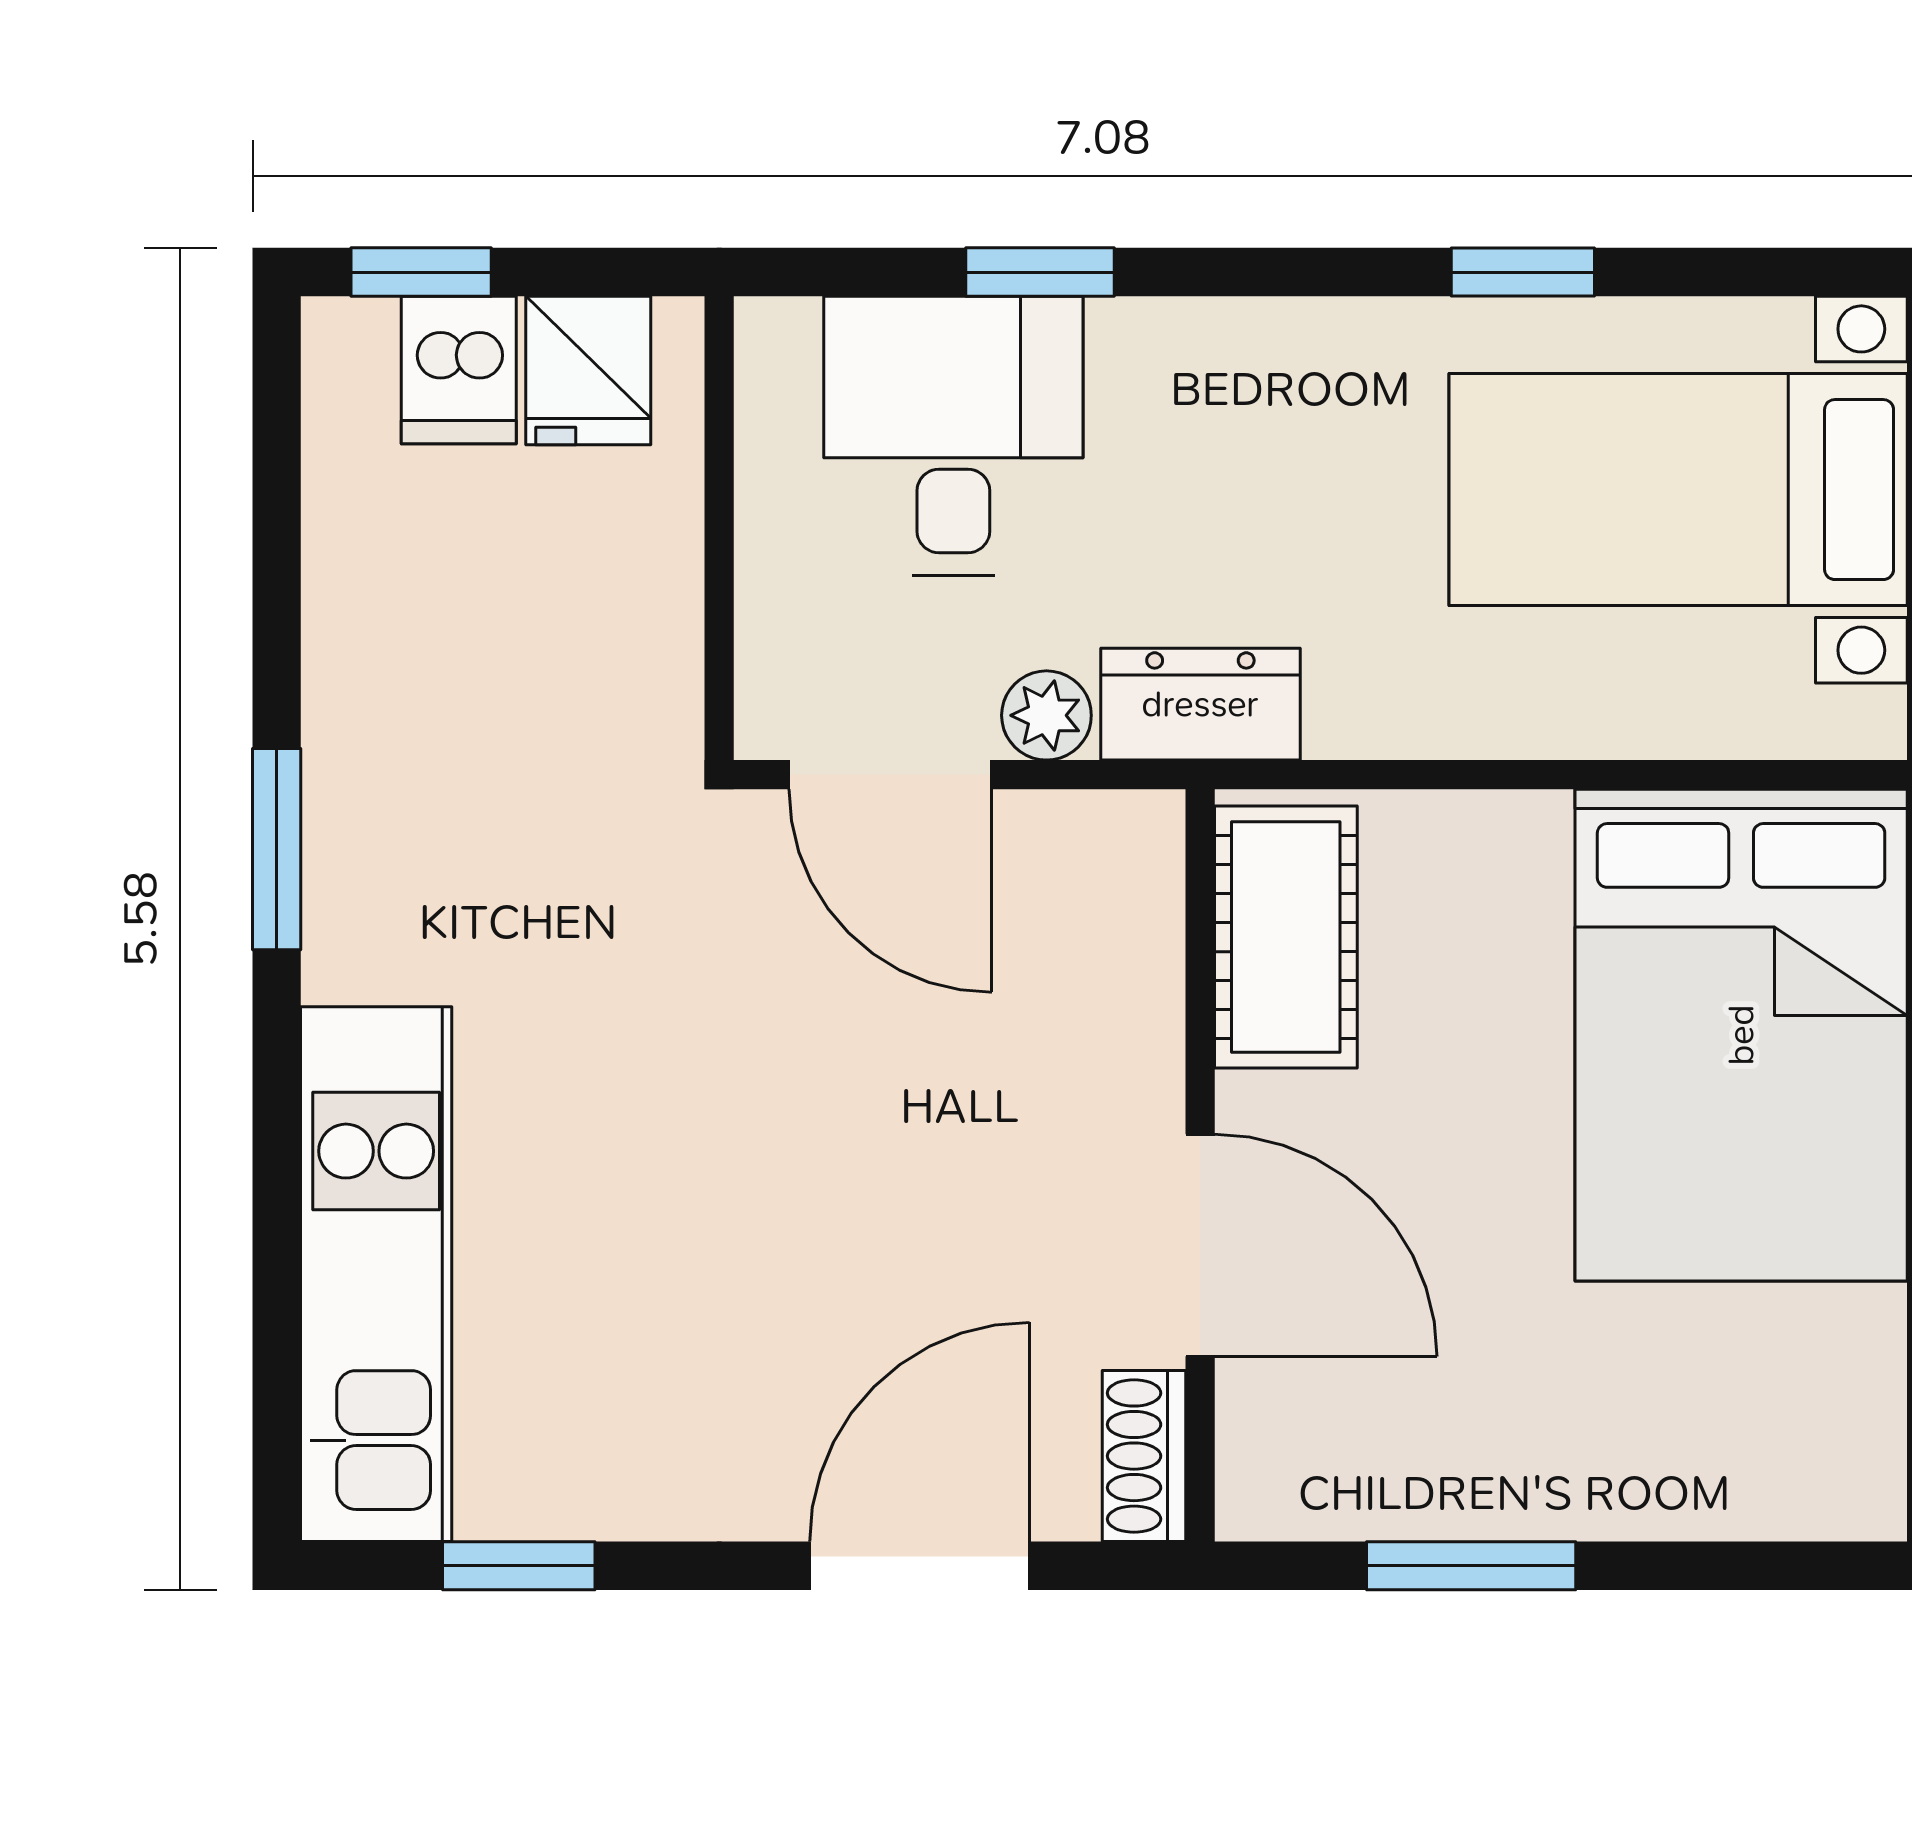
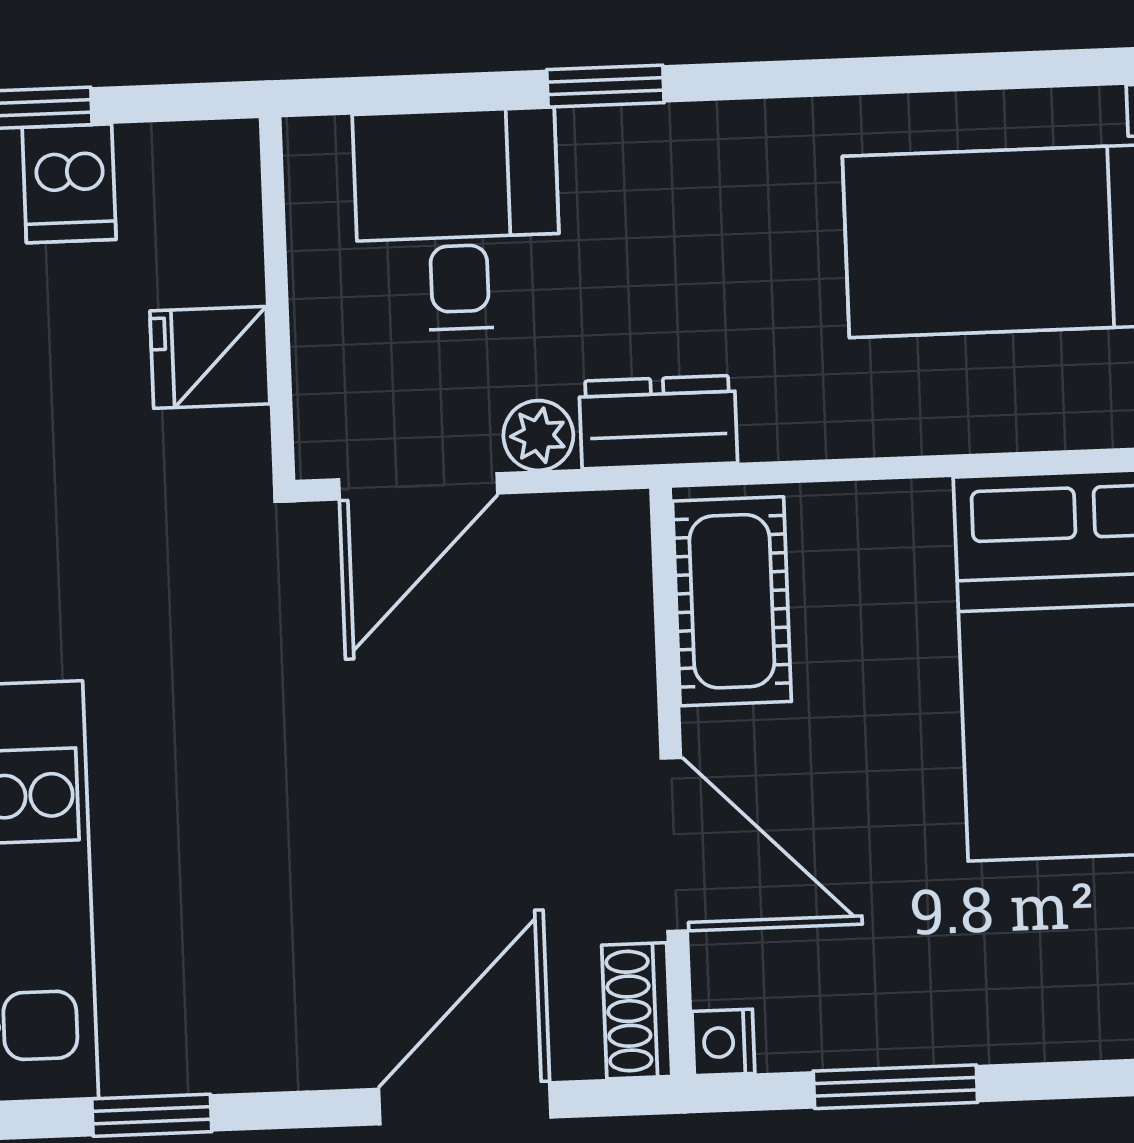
window: (1040, 272) -> (605, 86), moved
window: (1523, 272) -> (897, 75), removed
fridge: (588, 370) -> (210, 357), moved, turned 90
door: (890, 775) -> (418, 486), hinge flipped
nightstand: (1253, 1501) -> (723, 1042), added

